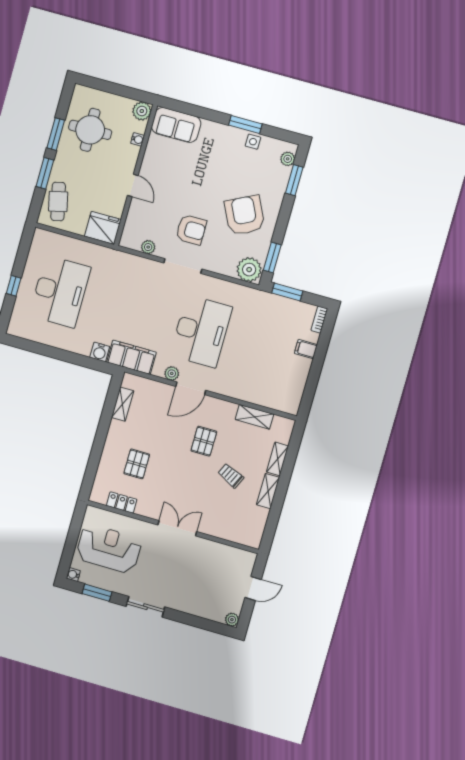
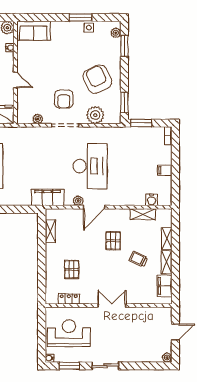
armchair: (191, 230) -> (64, 99), turned 90
plant: (249, 270) -> (95, 115), moved
filing cabinet: (306, 349) -> (165, 170), moved
water cooler: (100, 352) -> (152, 200), moved
filing cabinet: (256, 522) -> (164, 286), added

